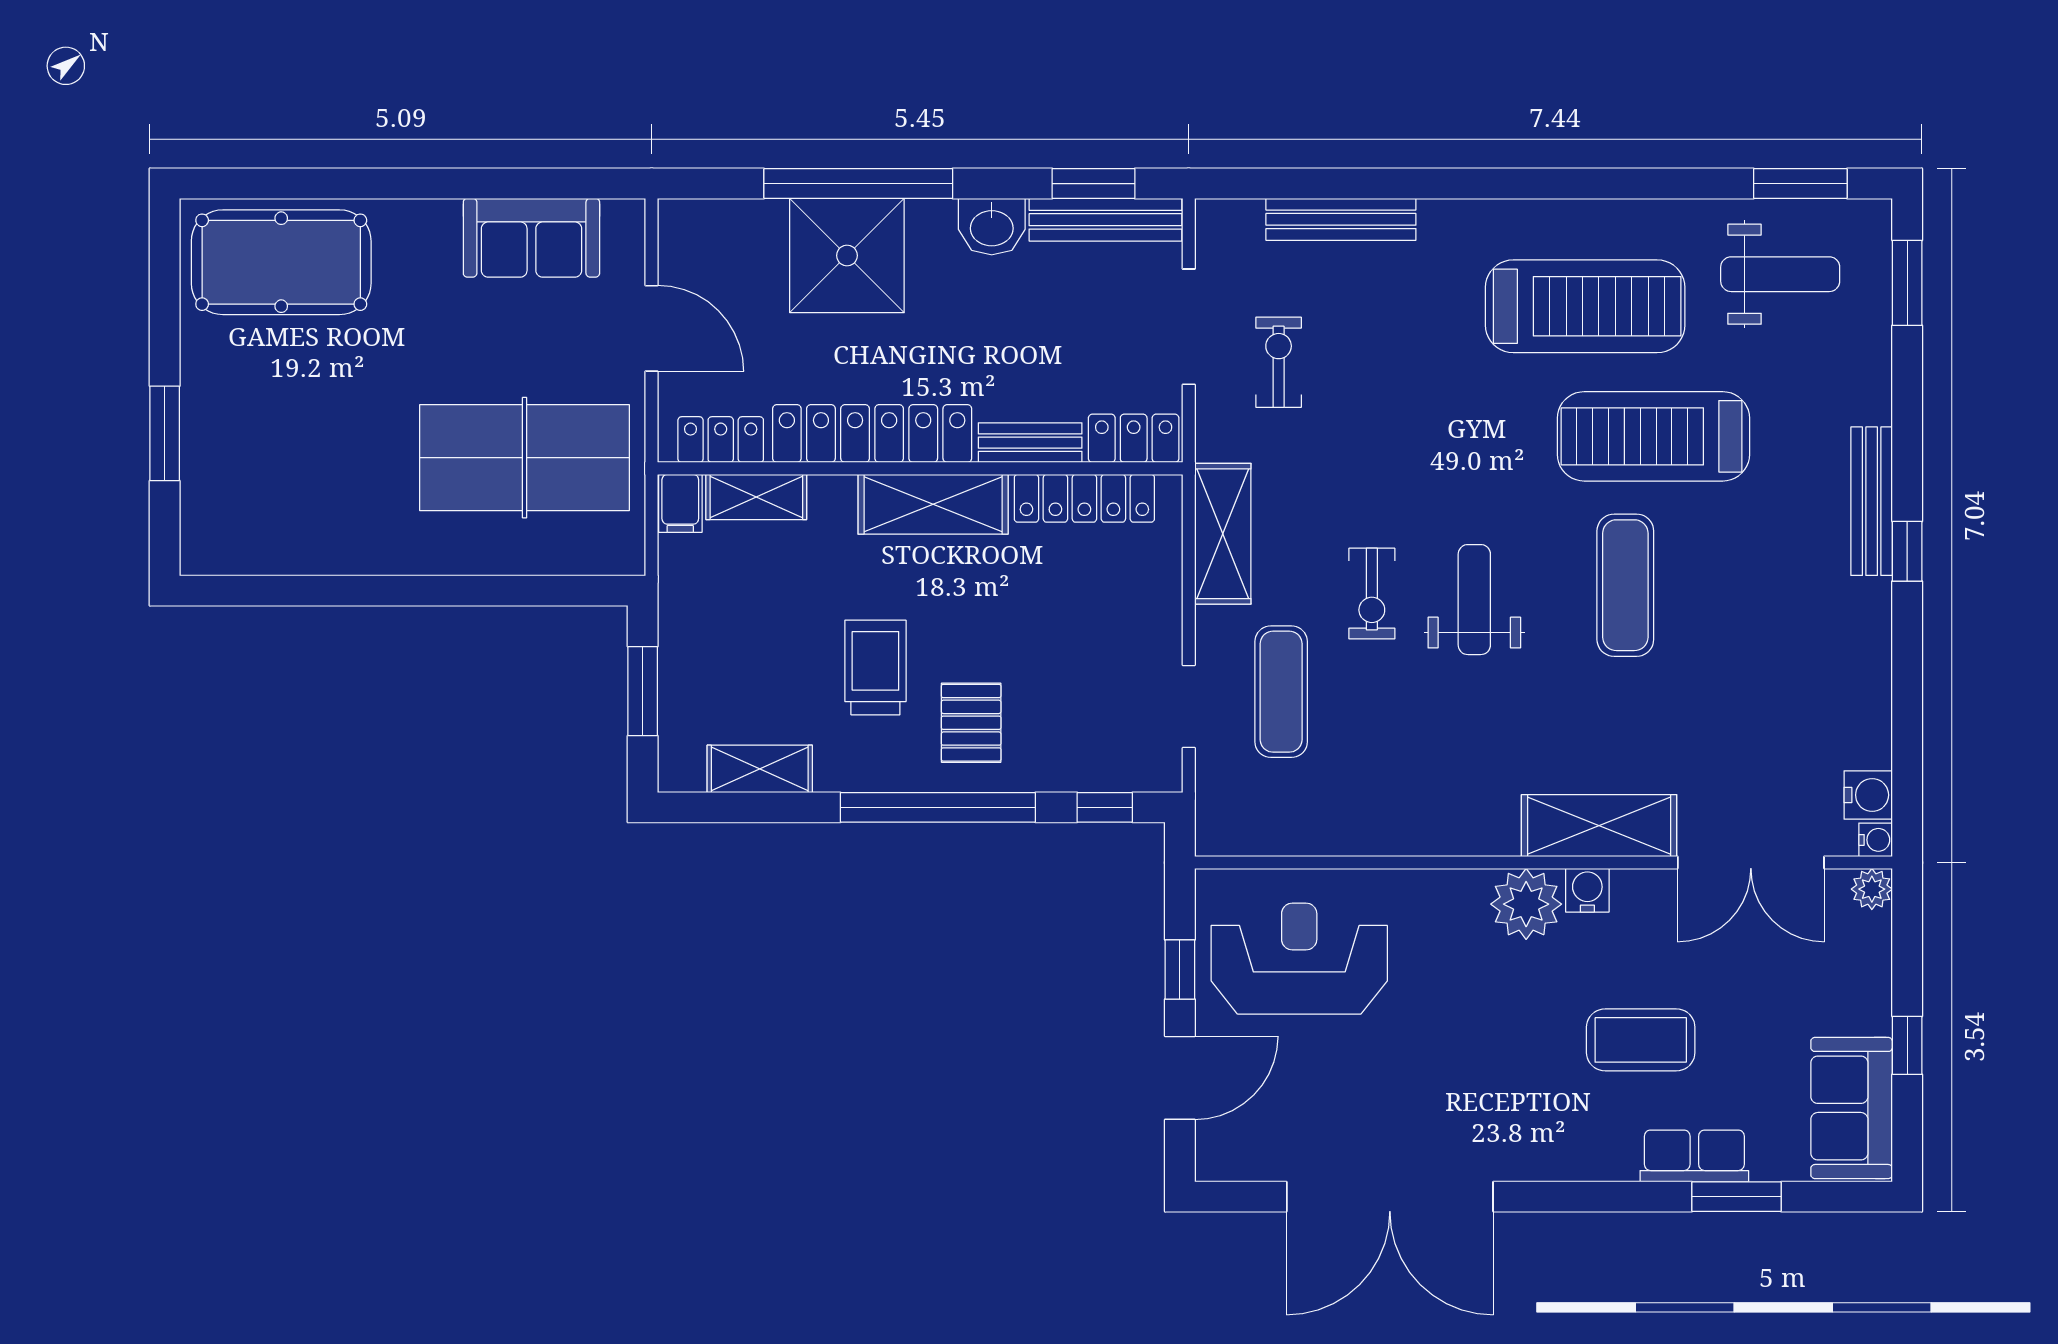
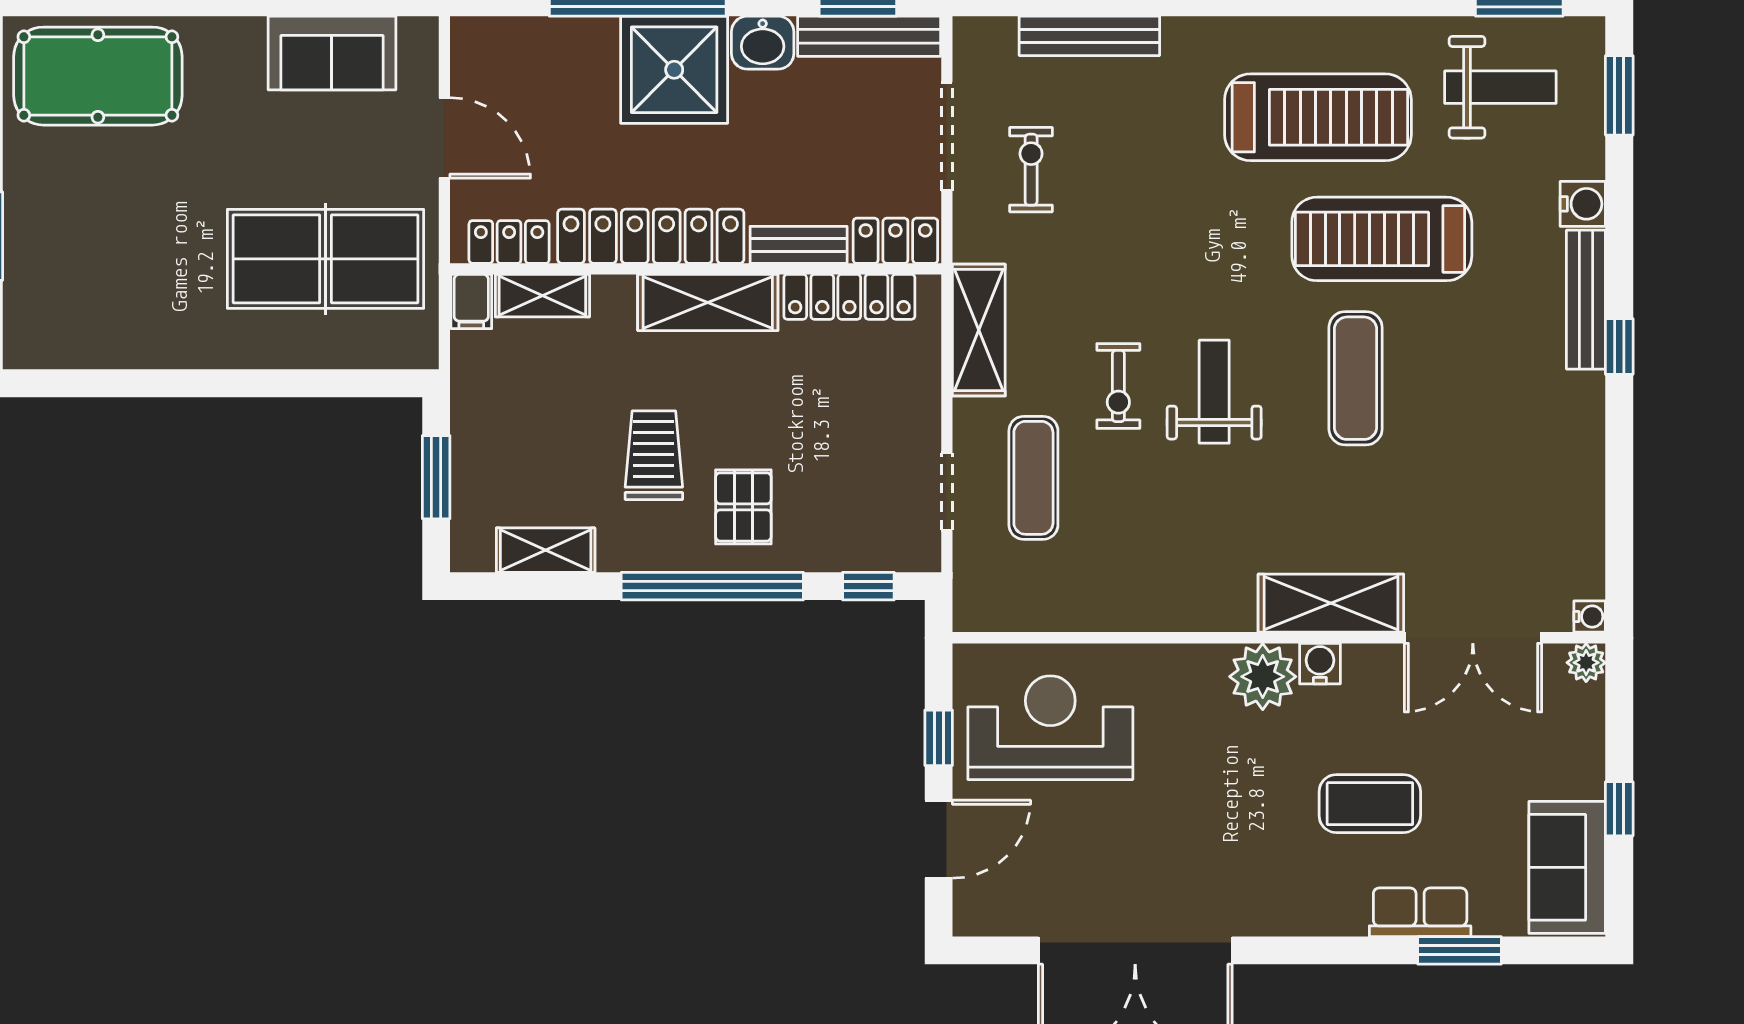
shower: (847, 256) -> (674, 70), moved
water cooler: (1868, 795) -> (1583, 204), moved

